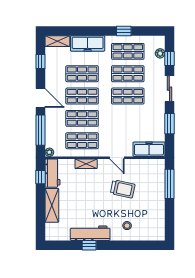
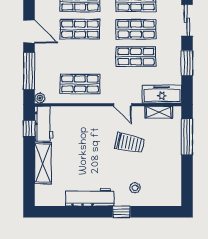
shop shelf: (82, 118) -> (136, 57), moved
shelving: (86, 164) -> (159, 112), moved
window: (89, 245) -> (121, 212), moved

